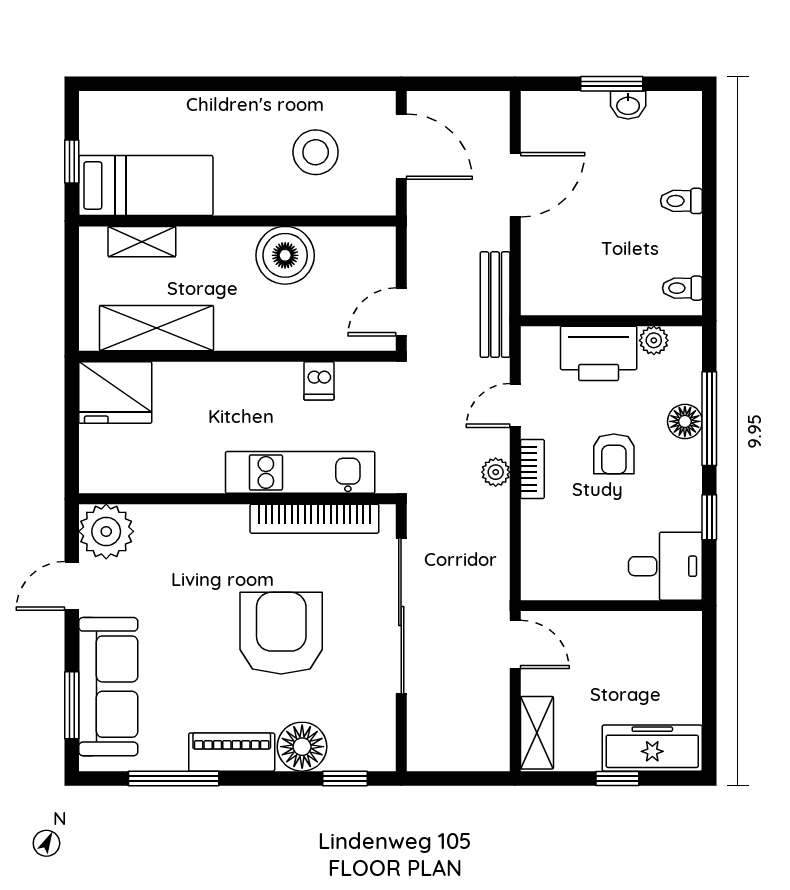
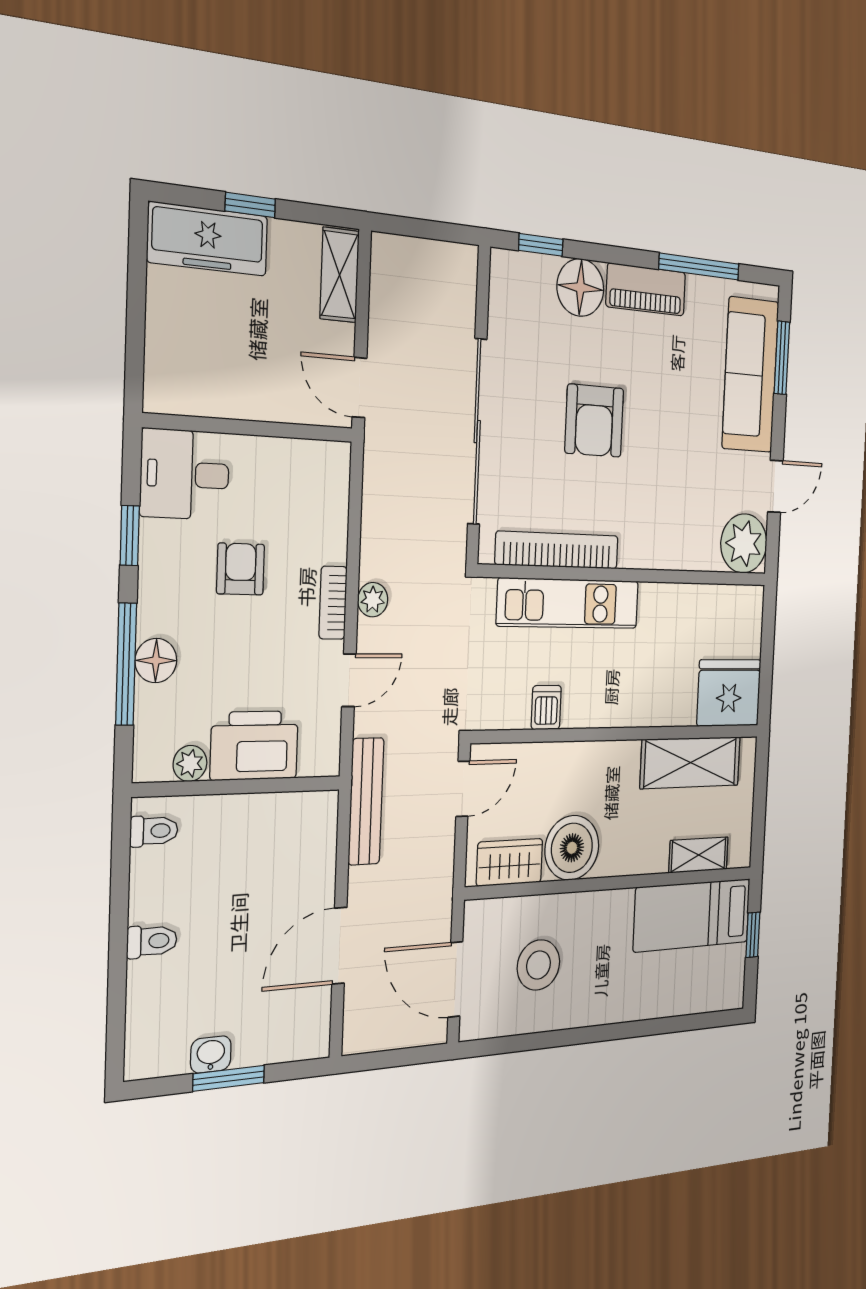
wardrobe: (350, 246) -> (510, 862), added
armchair: (614, 454) -> (241, 569), moved
armchair: (281, 633) -> (594, 421), width x0.73, depth x0.73

